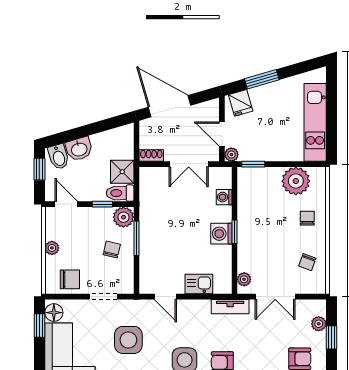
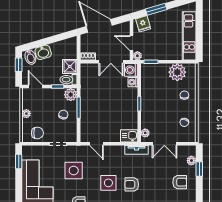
washing machine: (221, 234) -> (131, 70), moved
kitchen sink: (199, 284) -> (129, 136), moved
floor lamp: (54, 313) -> (28, 154), removed

